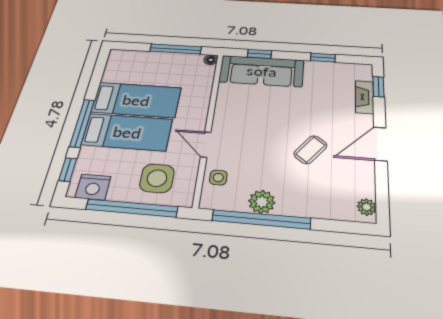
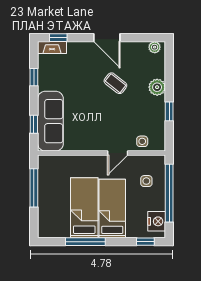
floor lamp: (211, 60) -> (43, 160), removed
fireplace: (365, 97) -> (52, 47), moved
window: (82, 123) -> (85, 242), moved
side table: (157, 178) -> (146, 181), width x0.54, depth x0.54
plant: (262, 202) -> (157, 87), moved
window: (261, 219) -> (169, 111), width x0.32

